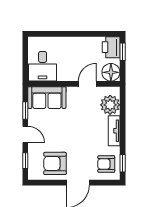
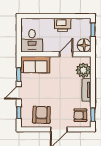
printer: (111, 47) -> (63, 25), moved, turned -90
door: (25, 135) -> (19, 93), swing flipped
armchair: (55, 163) -> (41, 115), turned 92

